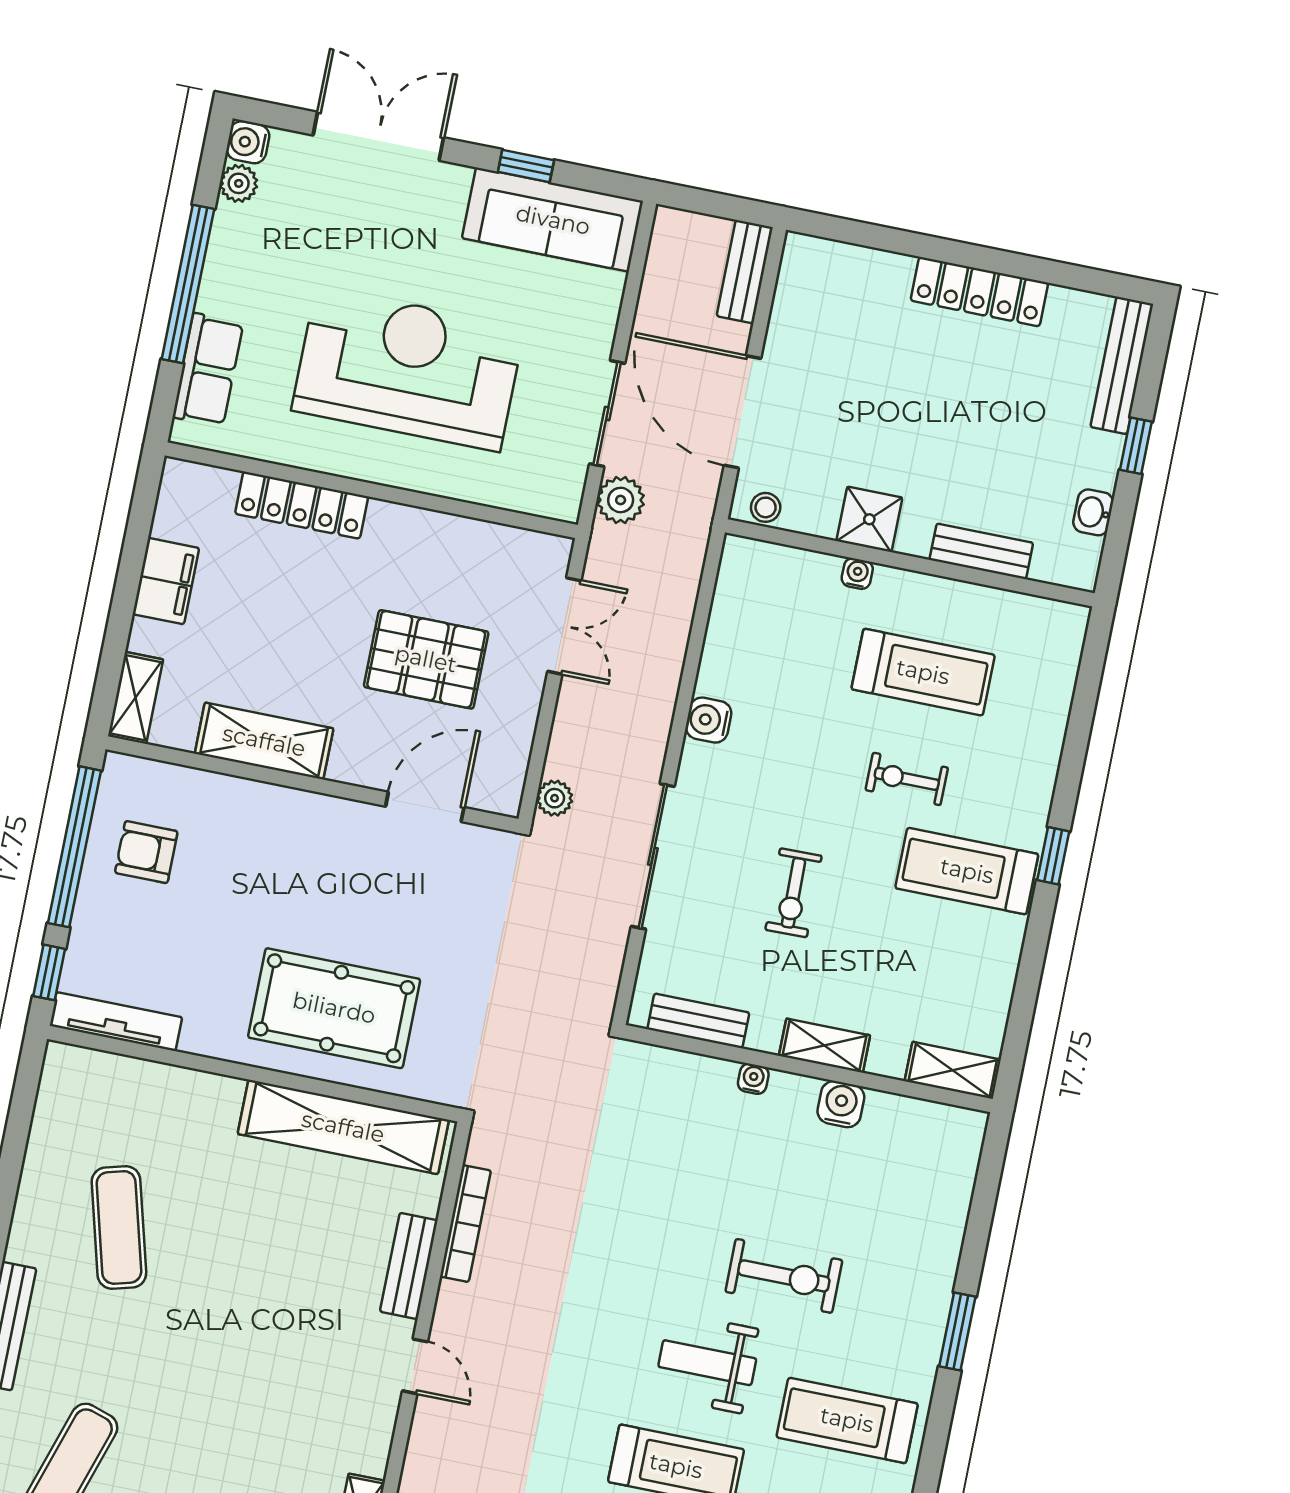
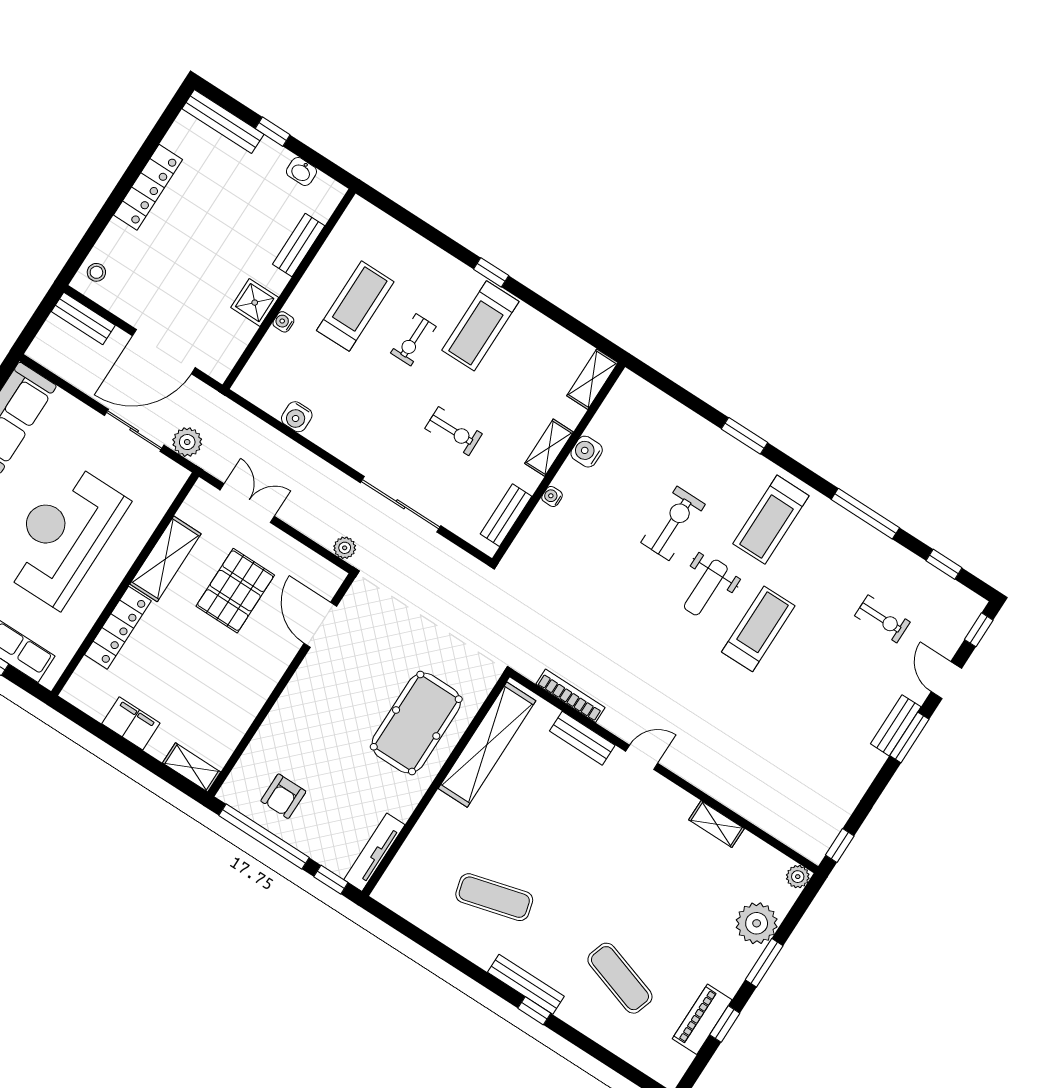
stool: (766, 507) -> (96, 272), moved
water cooler: (709, 720) -> (297, 417), moved
shelving: (264, 741) -> (165, 559), moved

